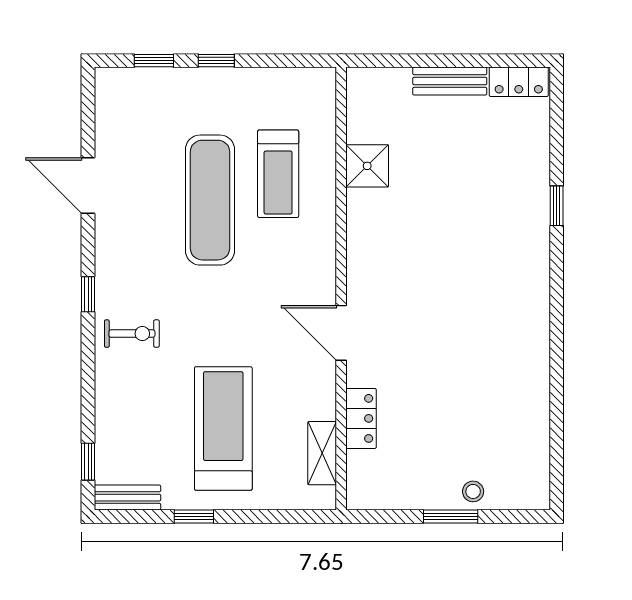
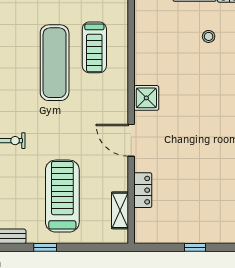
shower: (367, 166) -> (146, 98), moved
stool: (473, 491) -> (209, 36), moved
window: (451, 517) -> (195, 247), width x0.67

